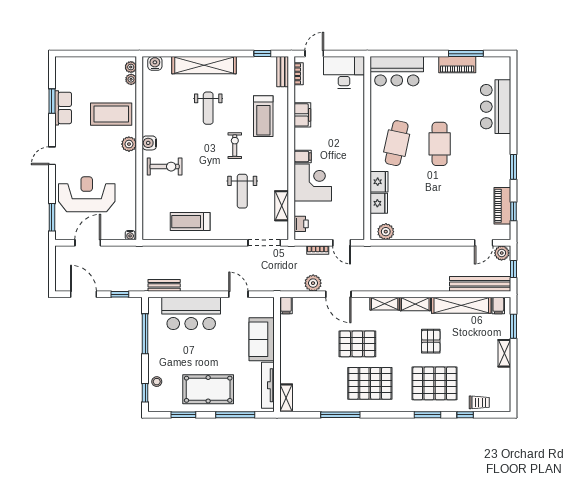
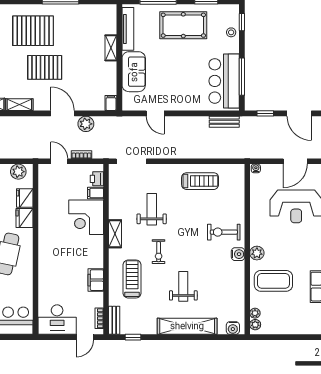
filing cabinet: (303, 156) -> (96, 193), moved
shelving: (282, 206) -> (115, 234), moved
bar counter: (191, 313) -> (224, 81), moved, turned -90
shelving: (286, 398) -> (111, 48), moved

